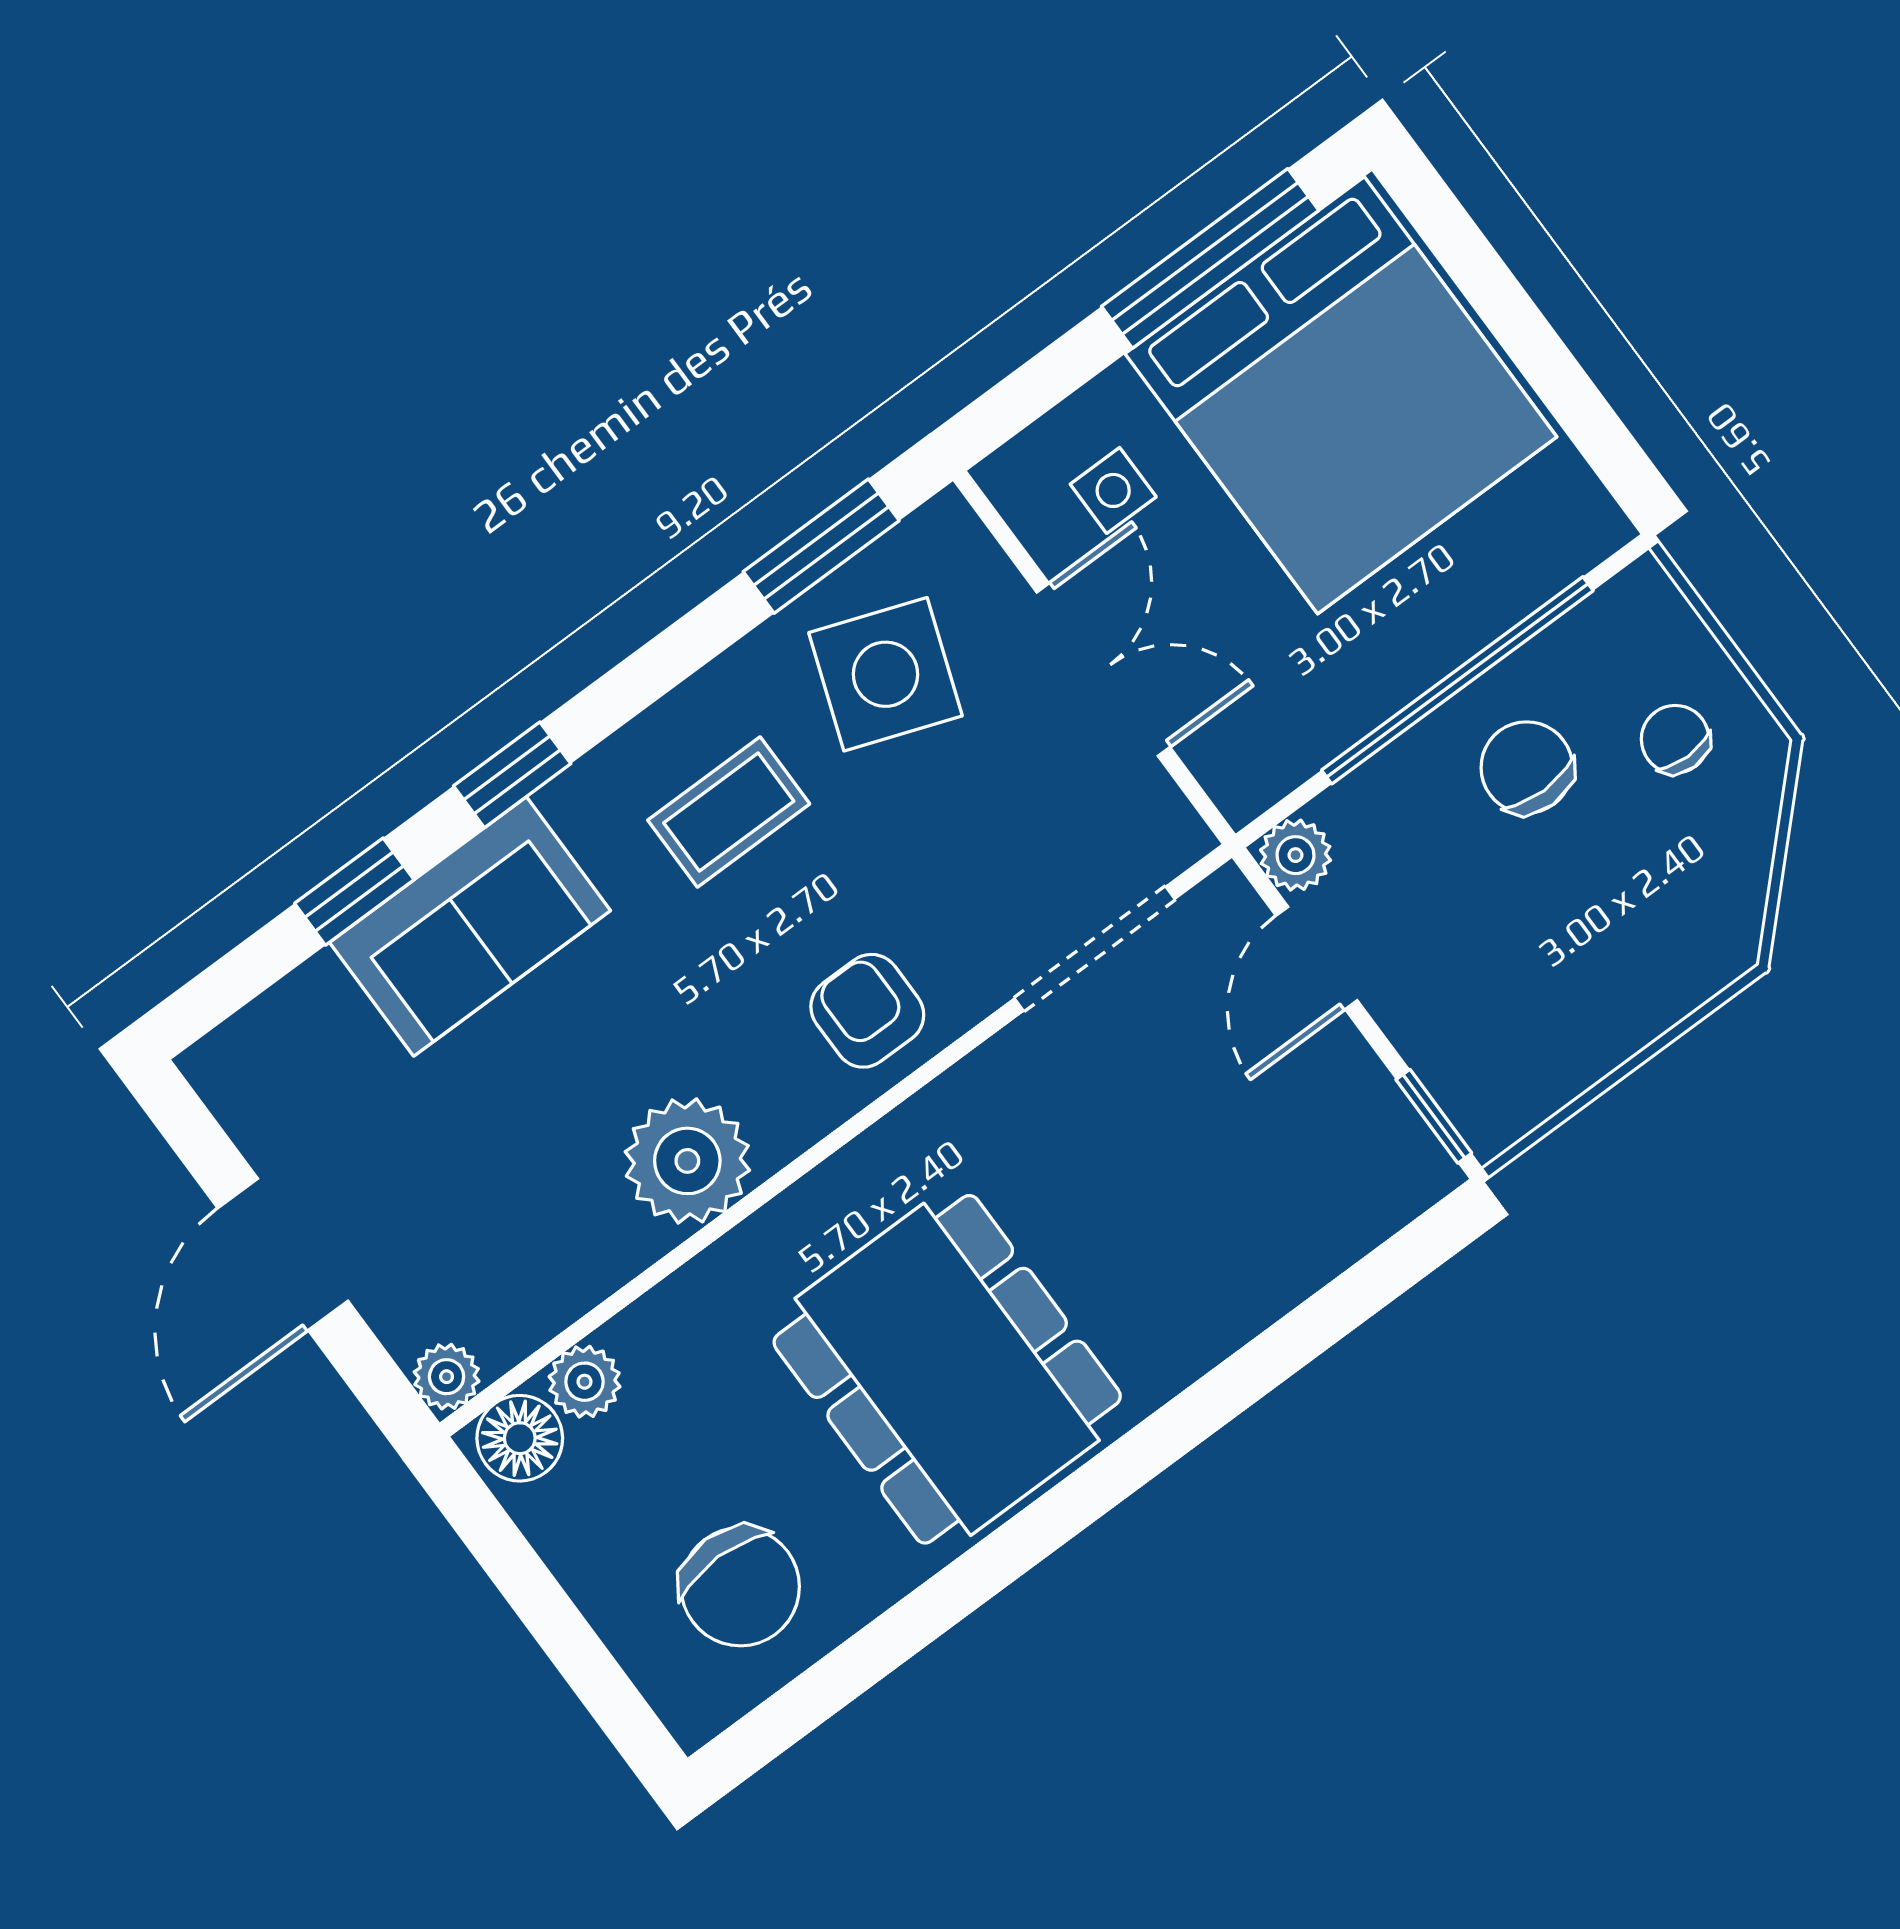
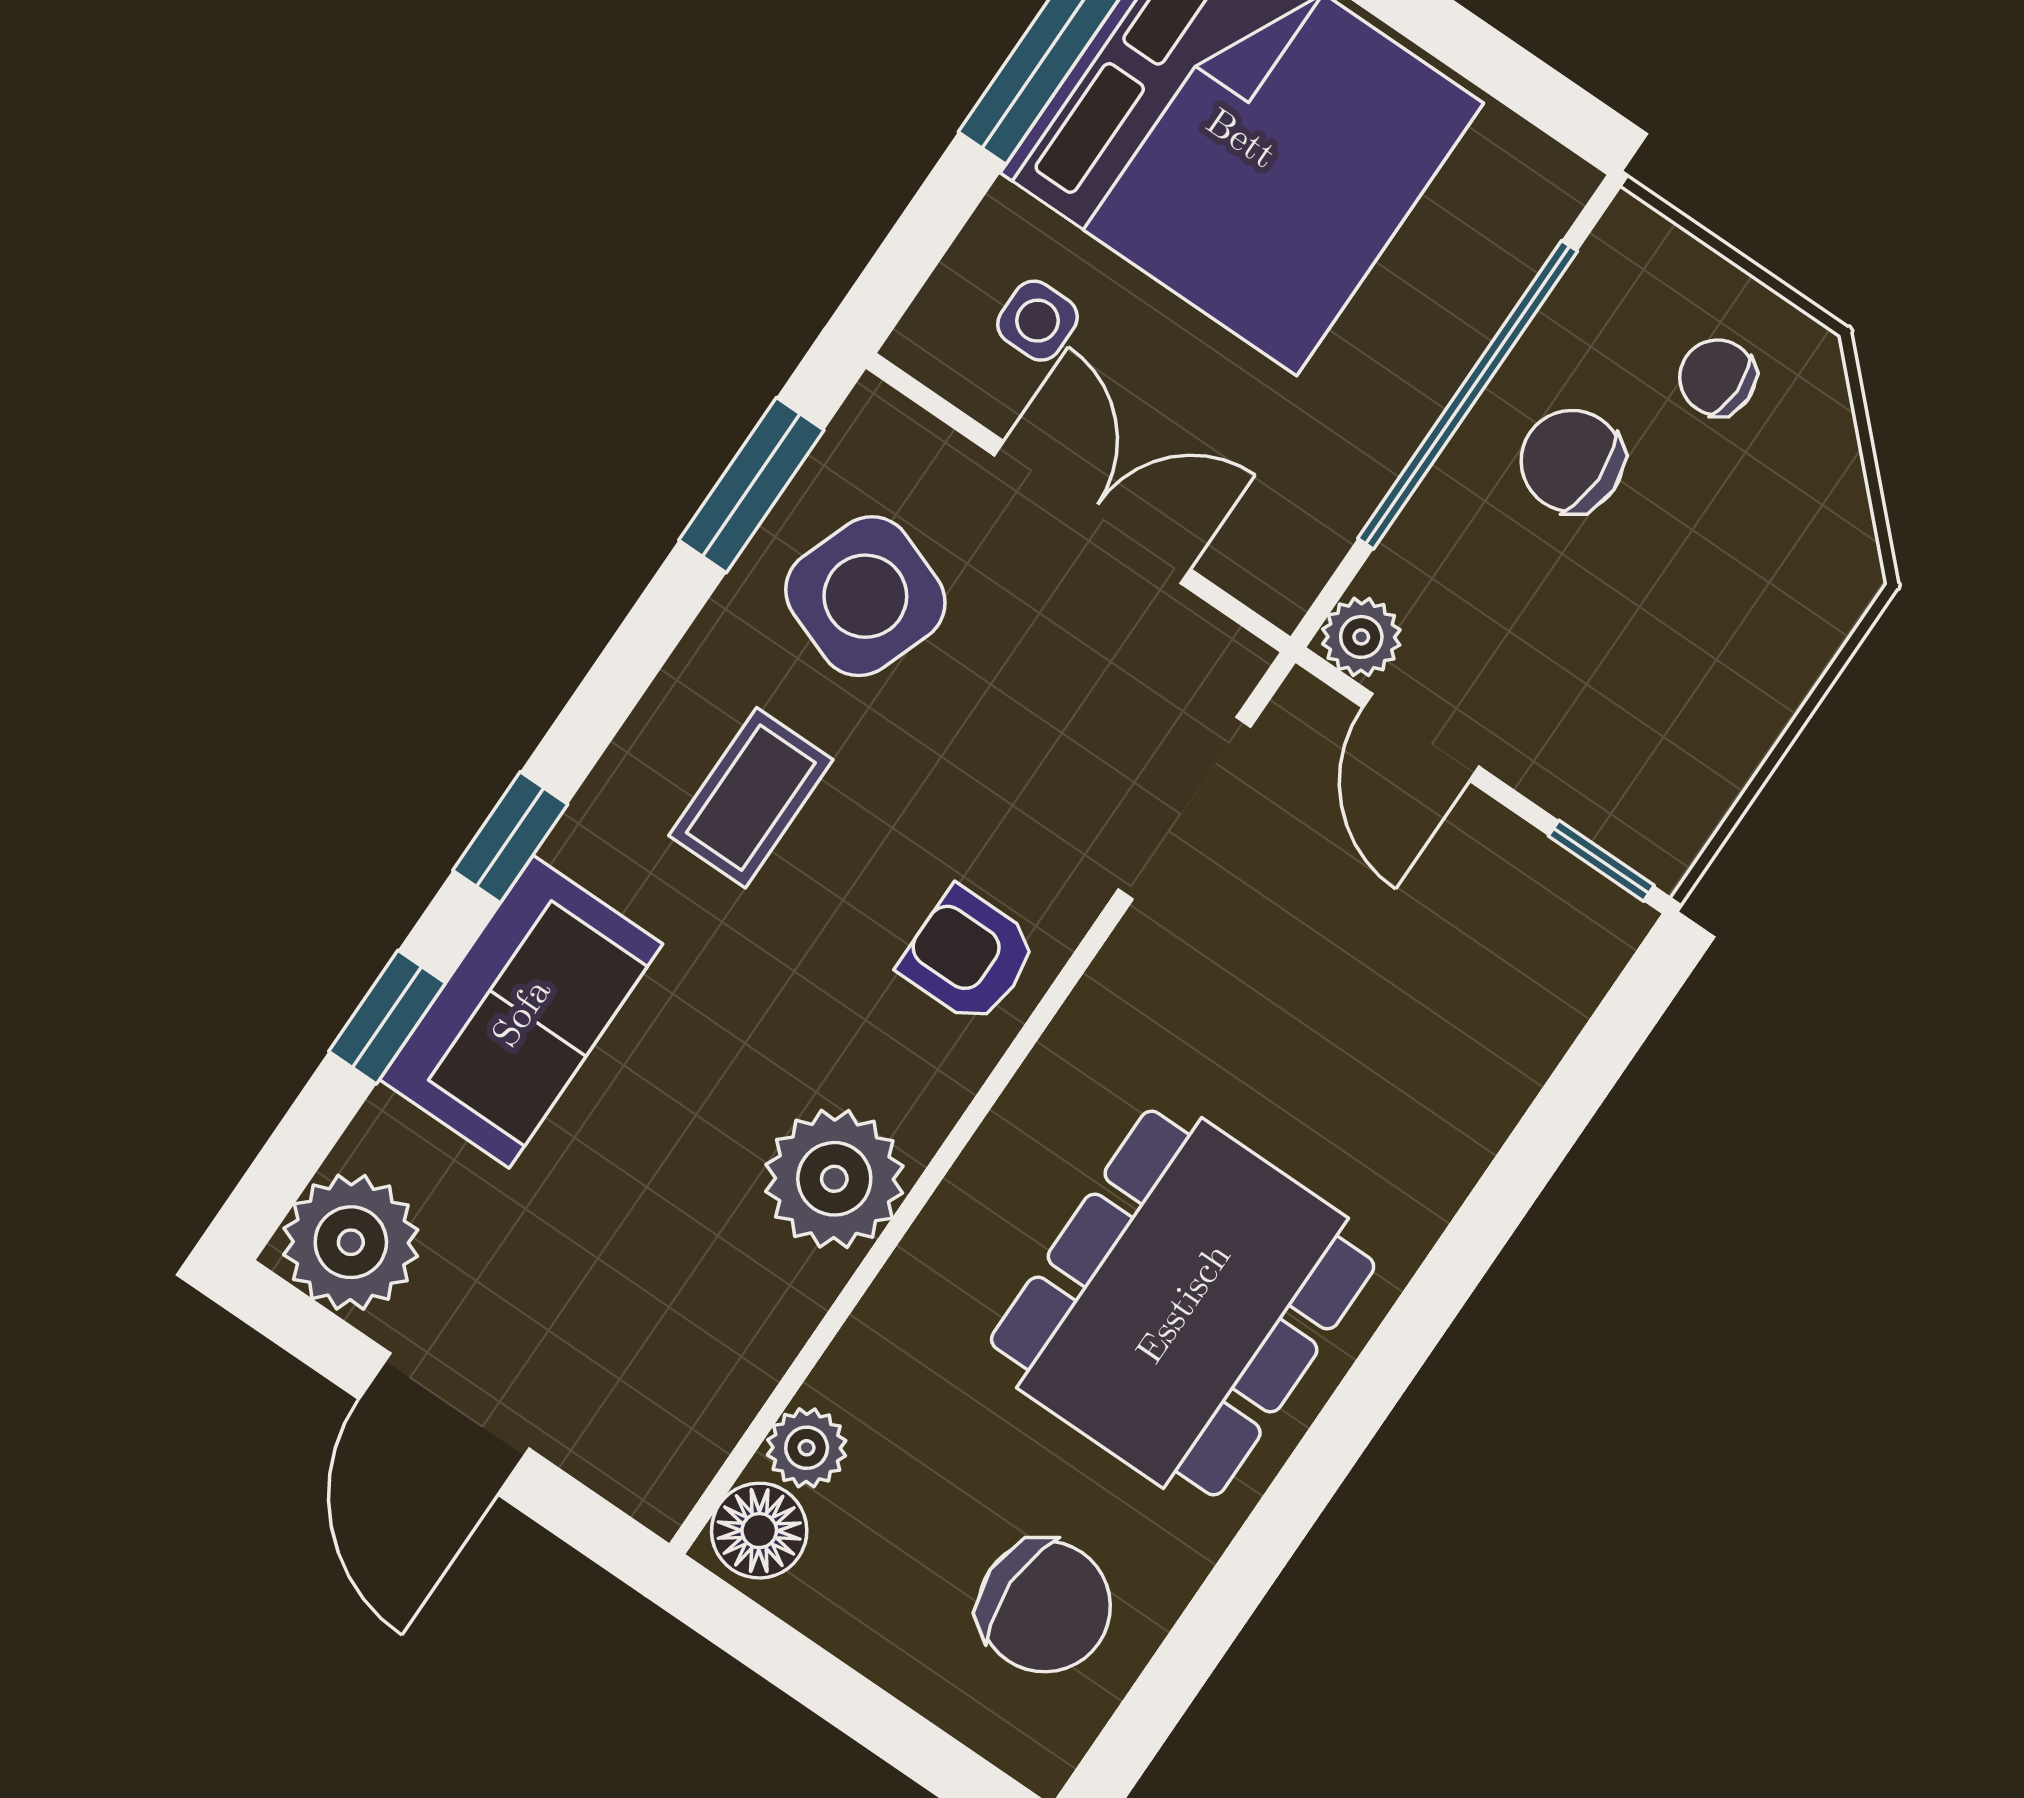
dining table: (947, 1369) -> (1183, 1303), turned 90
plant: (447, 1377) -> (351, 1242), moved, width x1.87, depth x1.87

